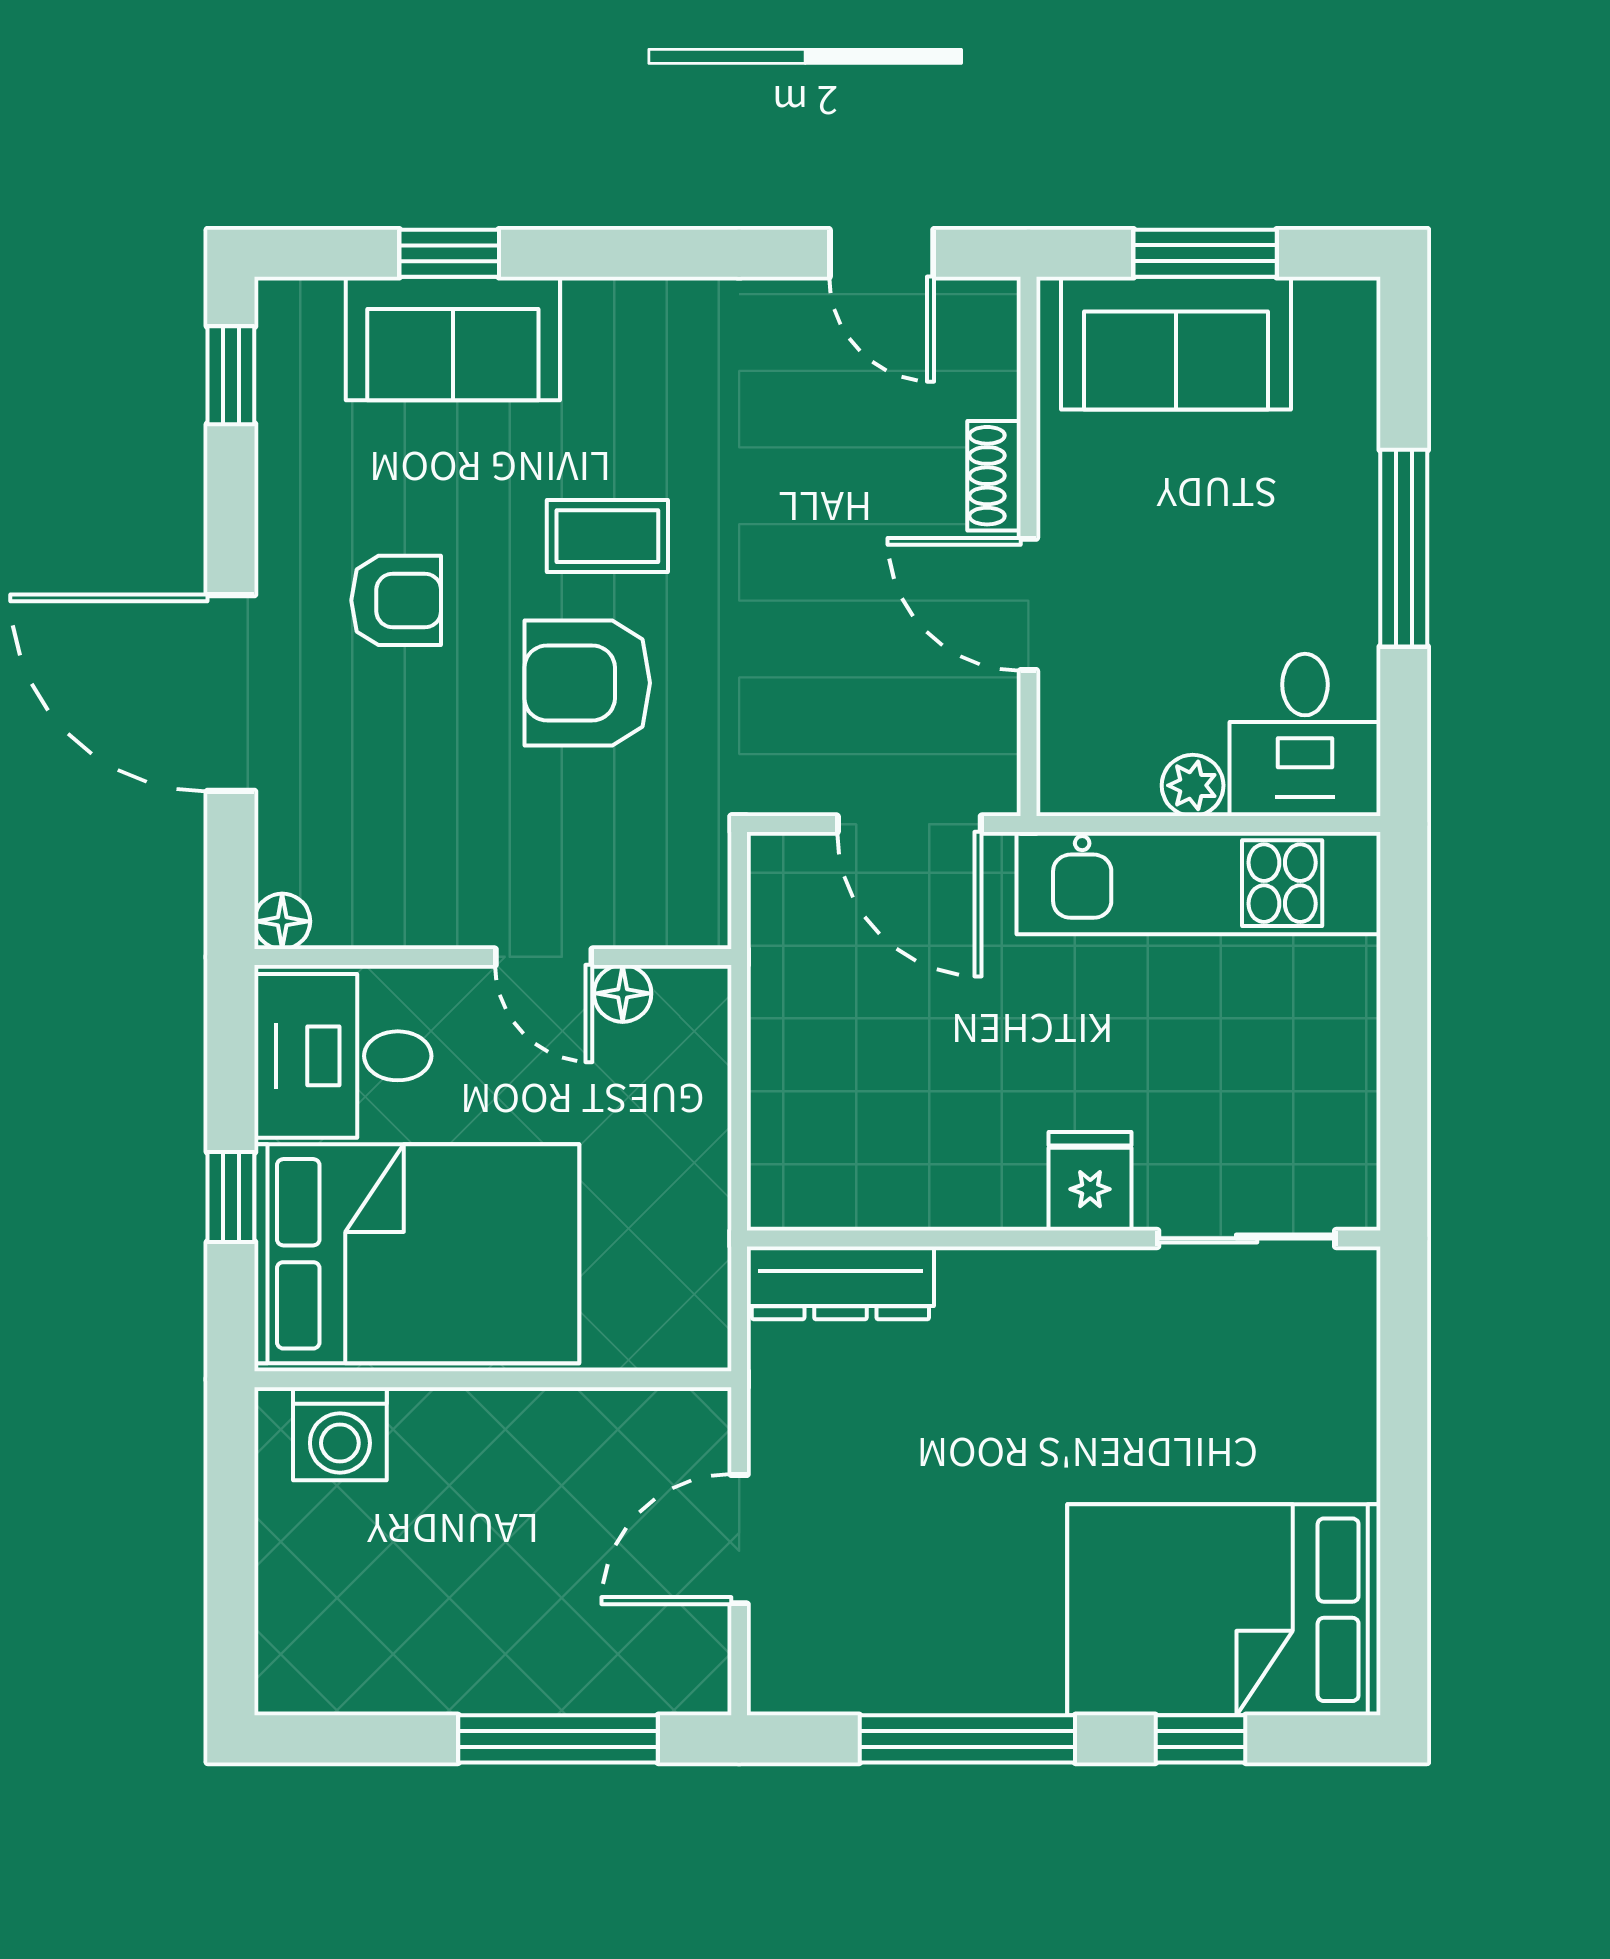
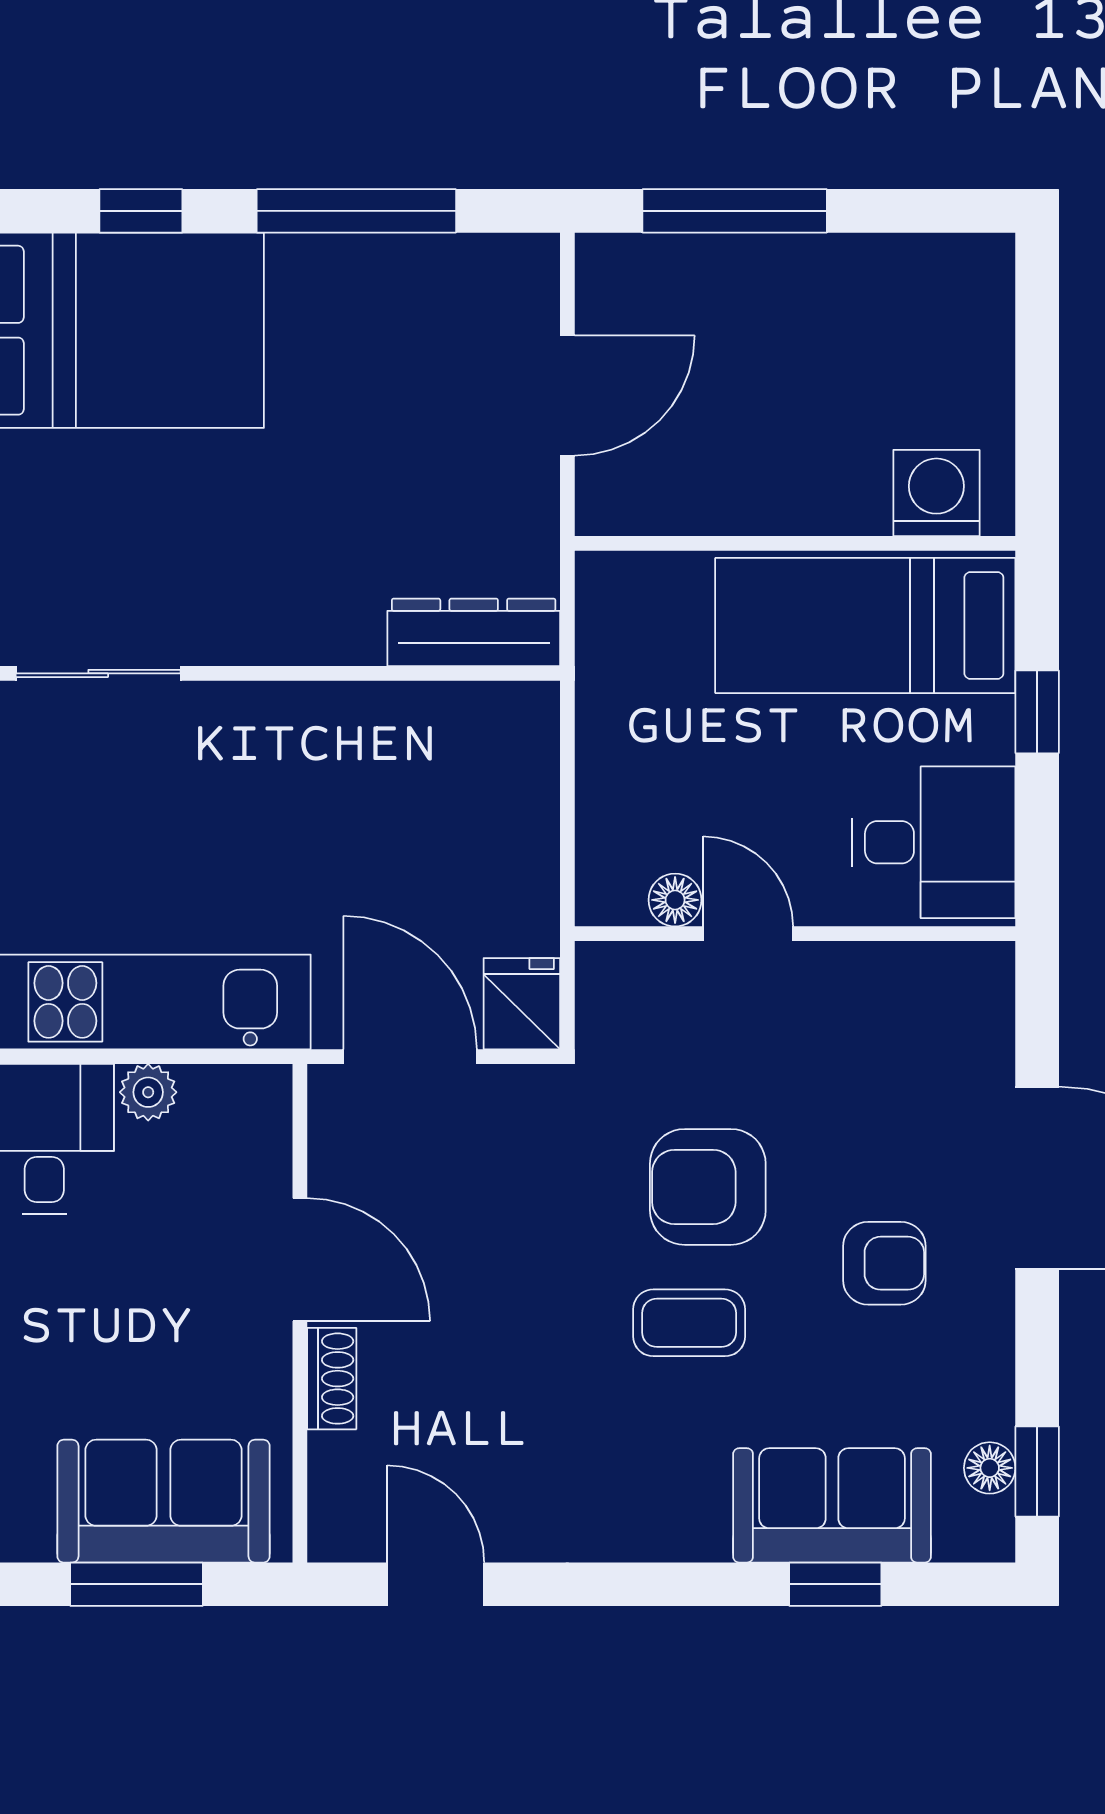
armchair: (396, 600) -> (884, 1263), turned 180
armchair: (587, 683) -> (708, 1187), turned 180
floor lamp: (282, 921) -> (990, 1468), moved
fridge: (1090, 1181) -> (522, 1004), moved, turned 180
bed: (417, 1254) -> (865, 625), width x0.67

